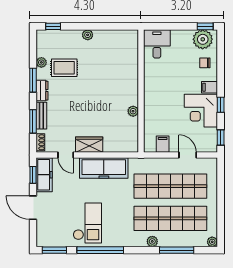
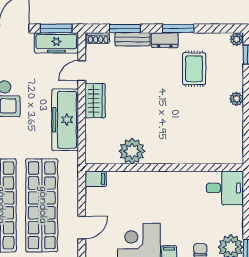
plant: (41, 62) -> (237, 39), moved
plant: (133, 111) -> (132, 151), width x1.87, depth x1.87
filing cabinet: (163, 144) -> (96, 179), moved
window: (33, 175) -> (56, 29), width x1.50

